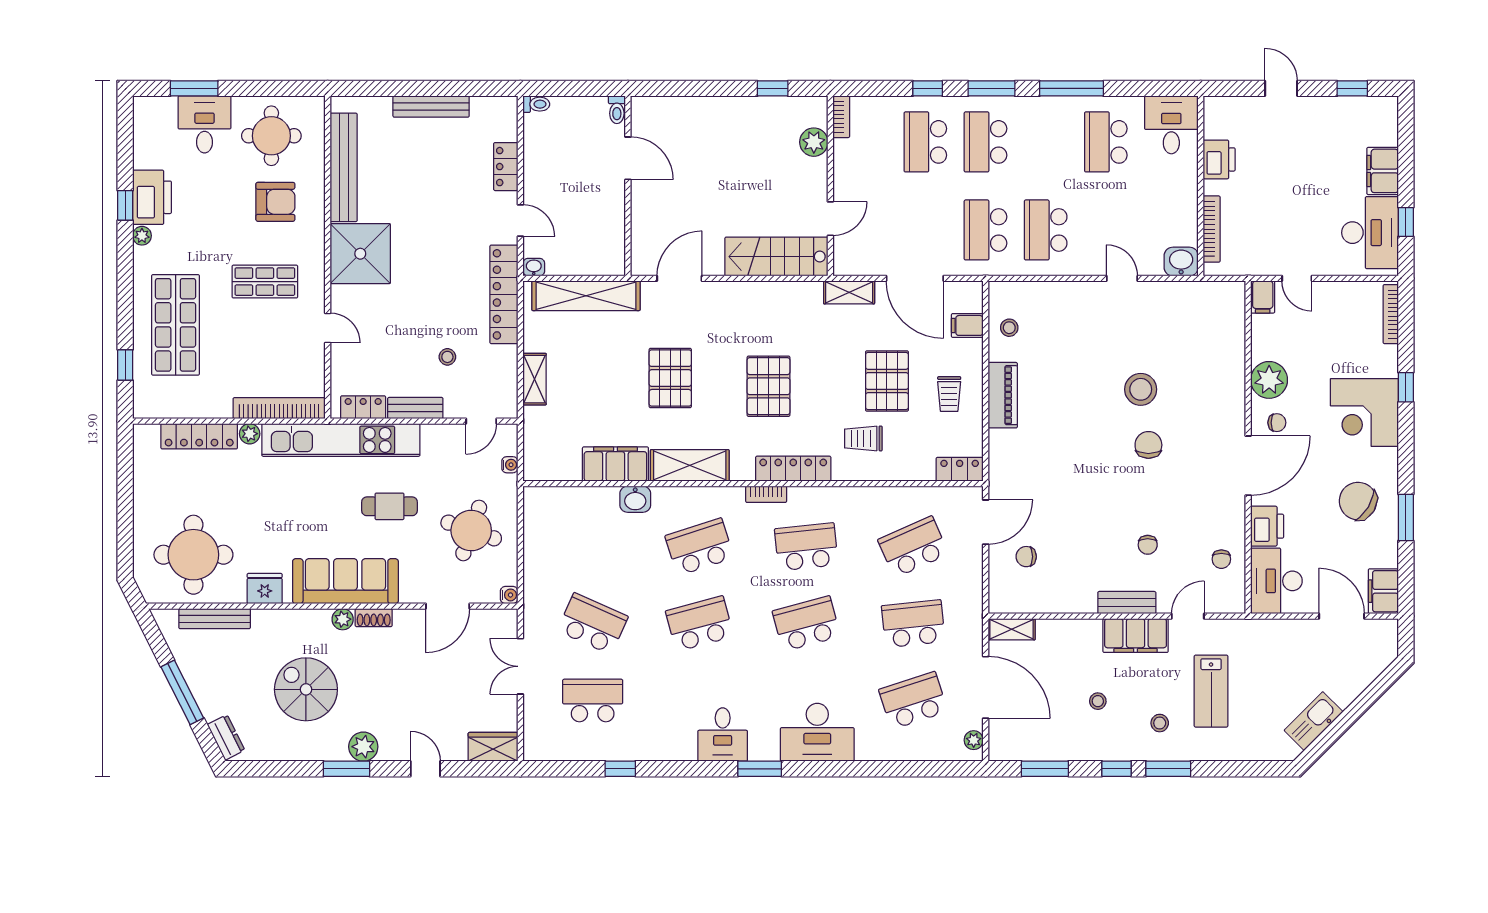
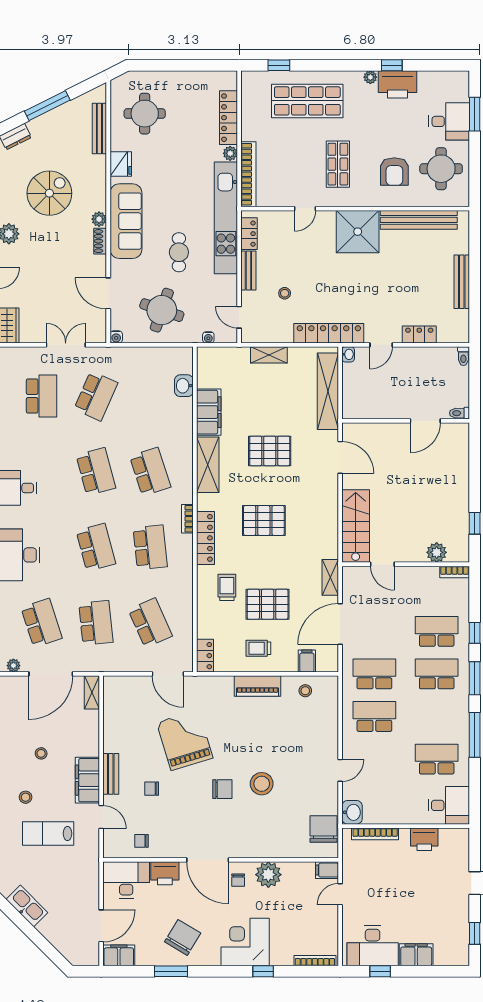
grand piano: (1079, 498) -> (185, 740), added
washbasin: (635, 499) -> (184, 386), moved
round table: (193, 555) -> (145, 114), width x0.73, depth x0.73
chair: (1026, 557) -> (324, 829), moved, width x1.87, depth x1.87

